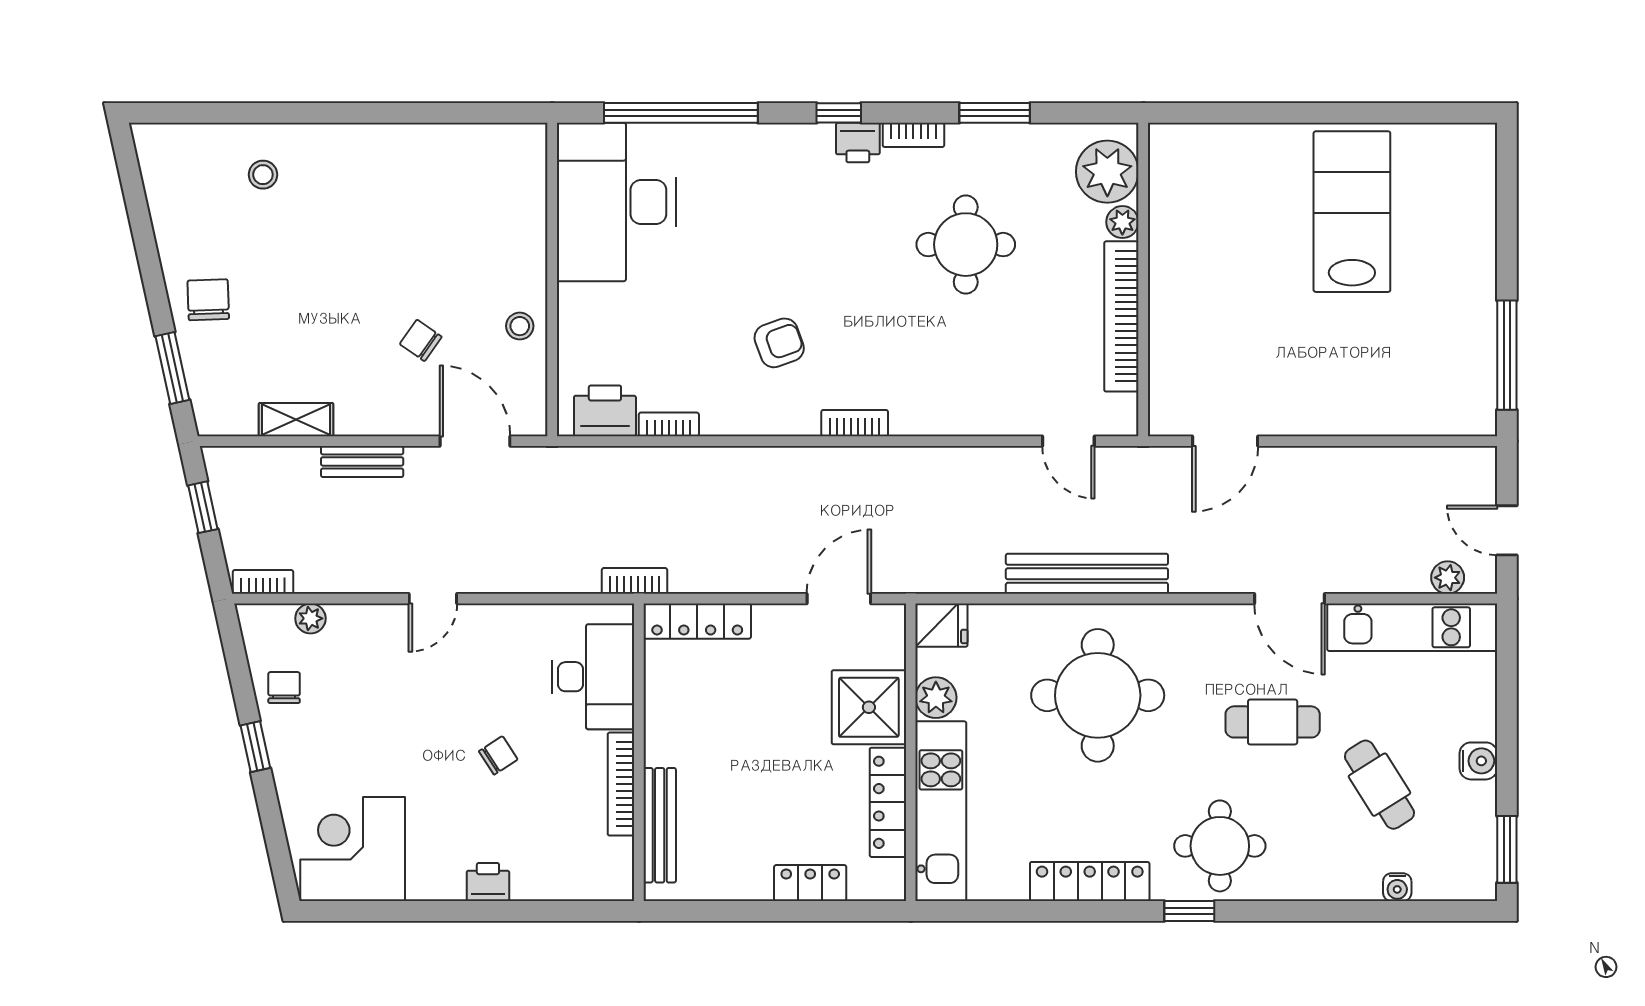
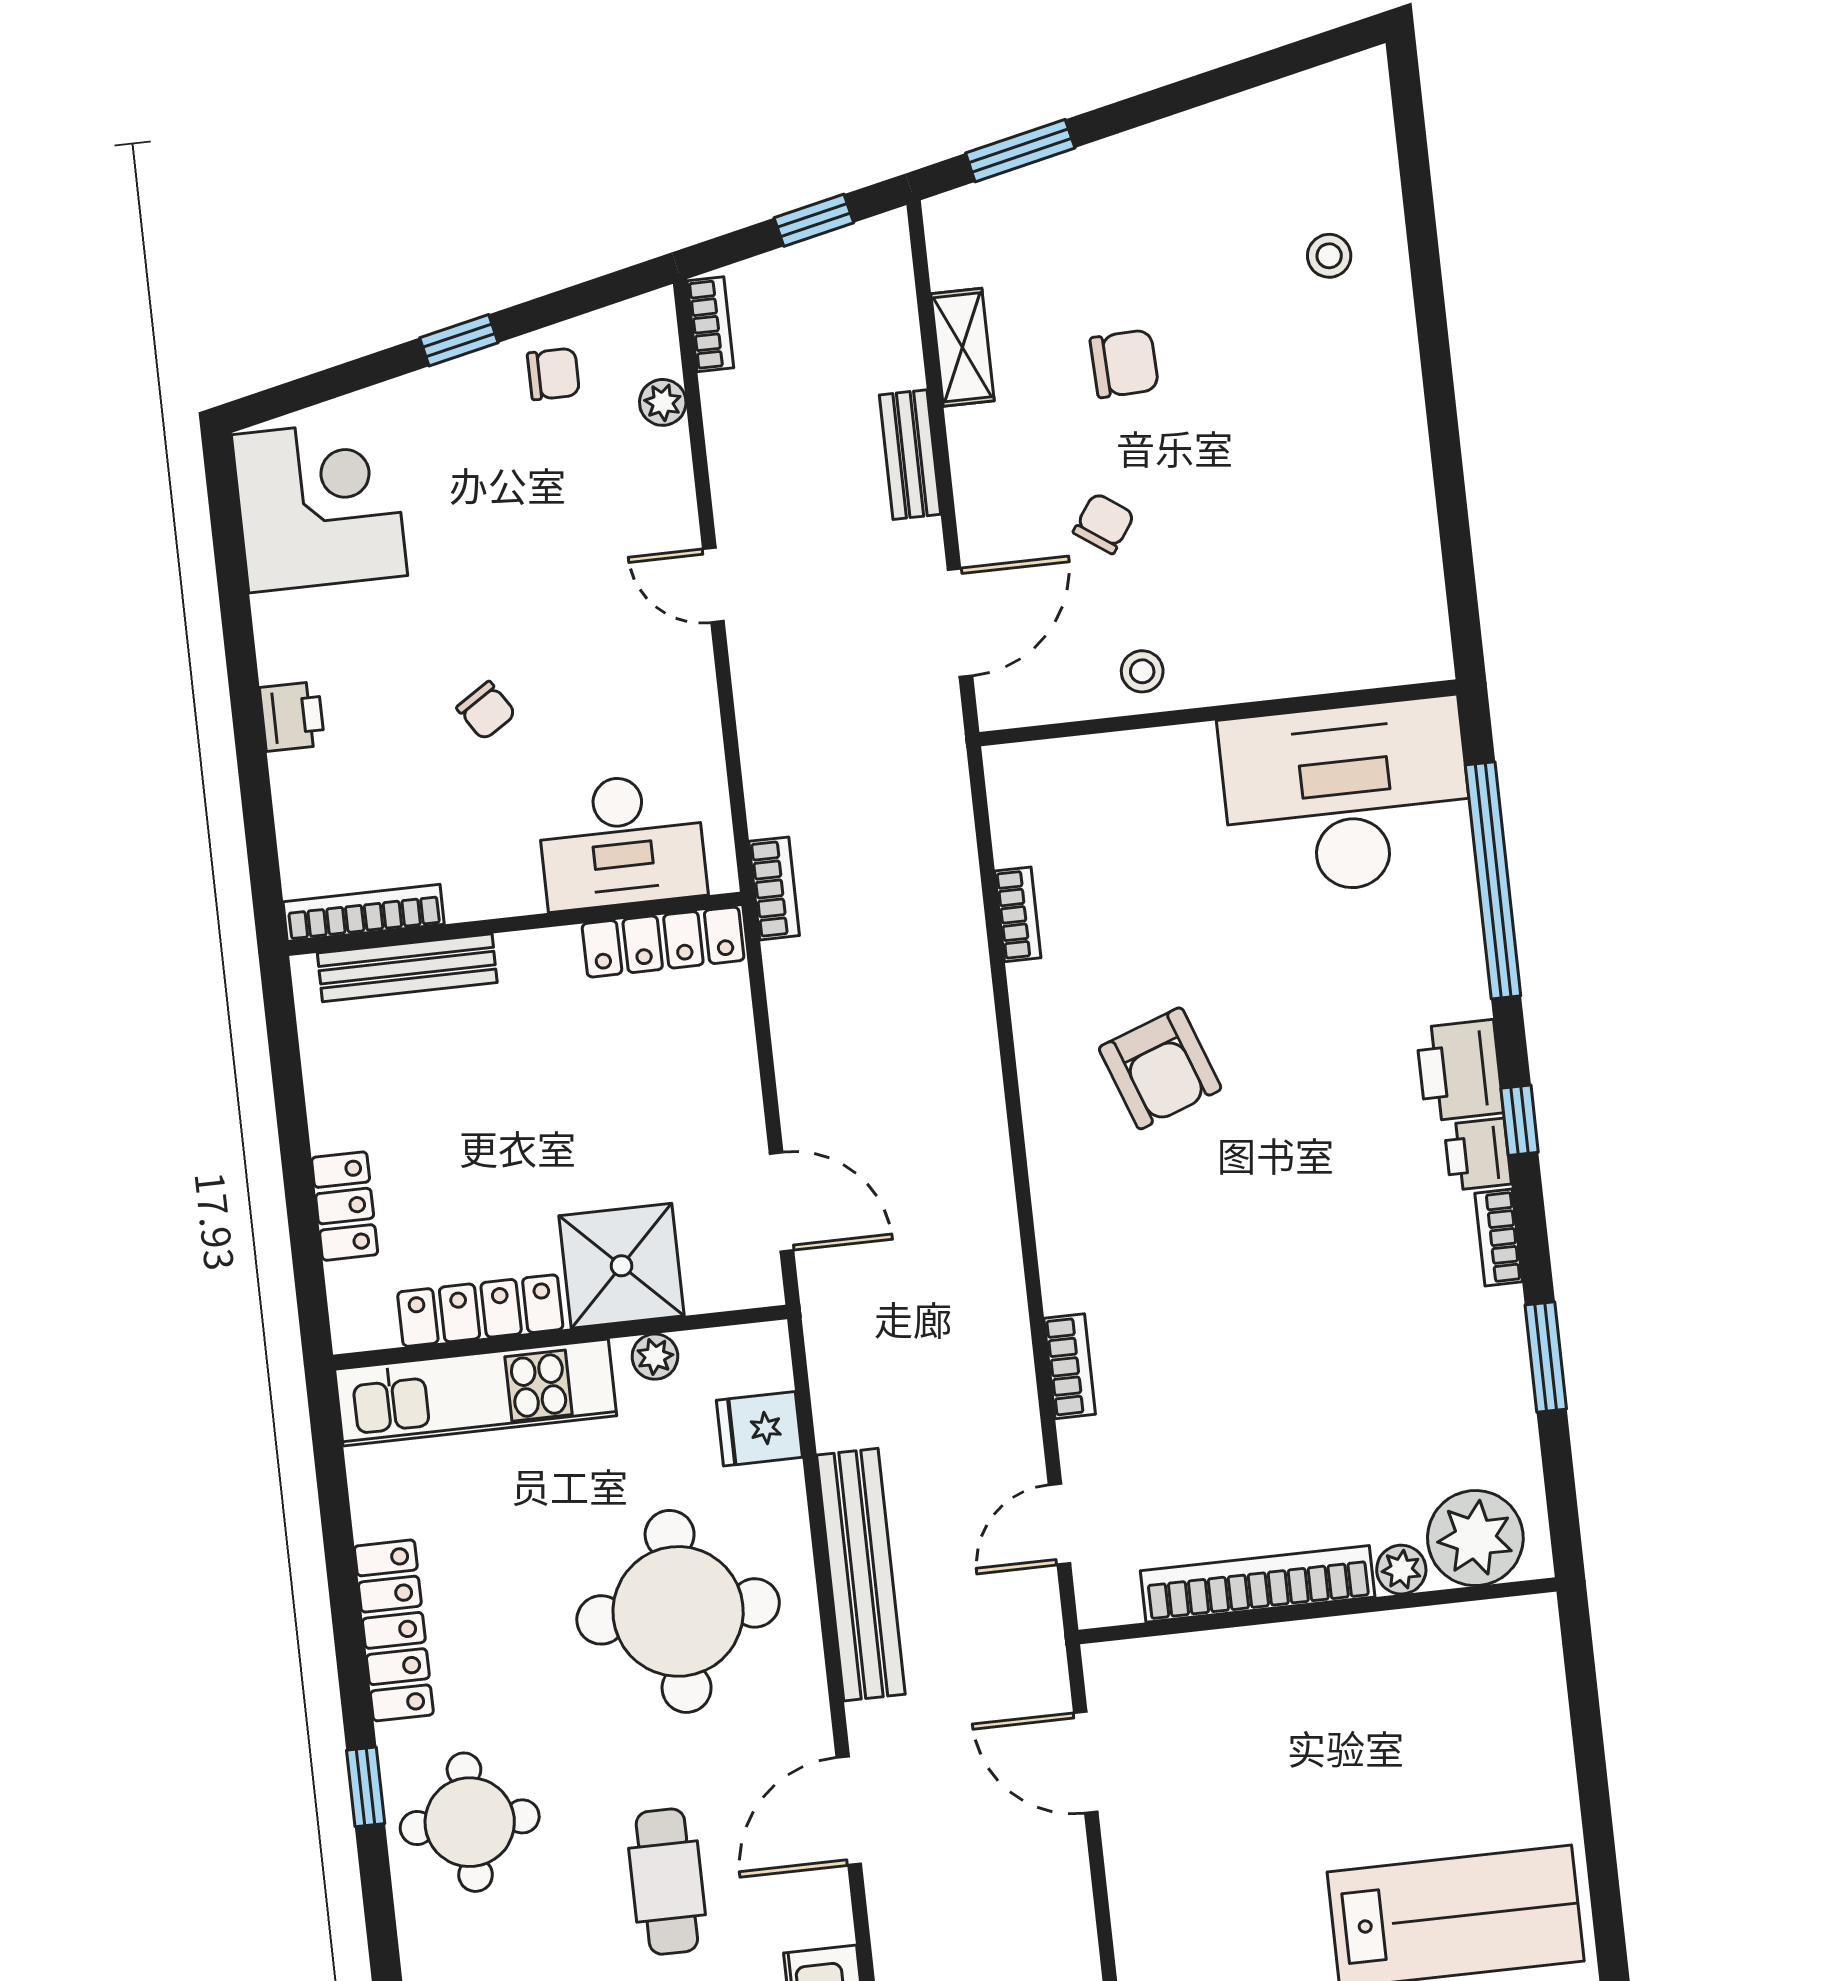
round table: (966, 245) -> (1341, 1335), removed
chair: (208, 300) -> (1124, 364), moved
armchair: (779, 343) -> (1160, 1068), width x1.38, depth x1.38
printer: (605, 411) -> (1460, 1070), moved, turned 180
bookcase: (855, 423) -> (1070, 1366), moved
door: (1290, 599) -> (849, 1811), moved
locker: (697, 621) -> (663, 942), moved, turned -90
fridge: (941, 625) -> (759, 1429), moved, turned 90
plant: (936, 698) -> (655, 1357), width x0.73, depth x0.73
bookcase: (621, 784) -> (364, 913), moved

